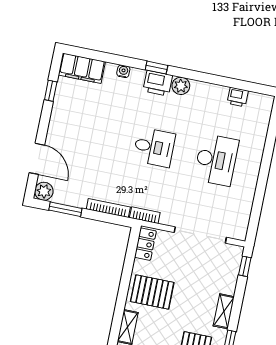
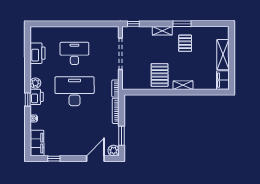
printer: (238, 97) -> (38, 53), width x1.87, depth x1.48
desk: (154, 147) -> (75, 91), width x1.87, depth x1.30
locker: (145, 244) -> (132, 85), removed

